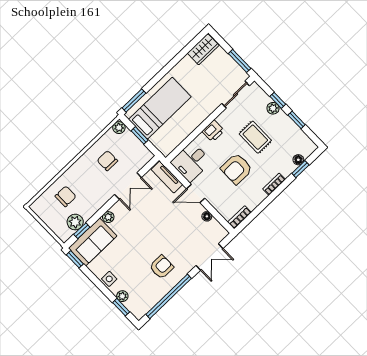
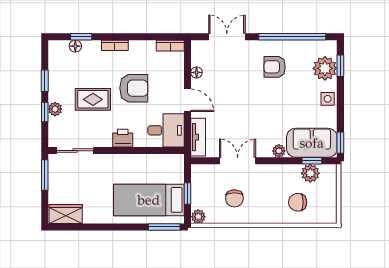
rug: (255, 137) -> (93, 99), turned 90
plant: (122, 296) -> (325, 68), width x1.87, depth x1.87

